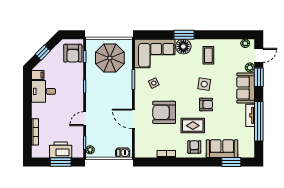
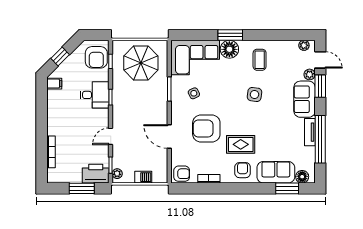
door: (259, 55) -> (320, 60), hinge flipped
desk: (44, 91) -> (95, 95), moved, turned 180
armchair: (206, 104) -> (182, 174), moved
printer: (61, 150) -> (96, 174), moved
floor lamp: (244, 152) -> (302, 177), added
barbecue: (123, 153) -> (143, 177), moved

